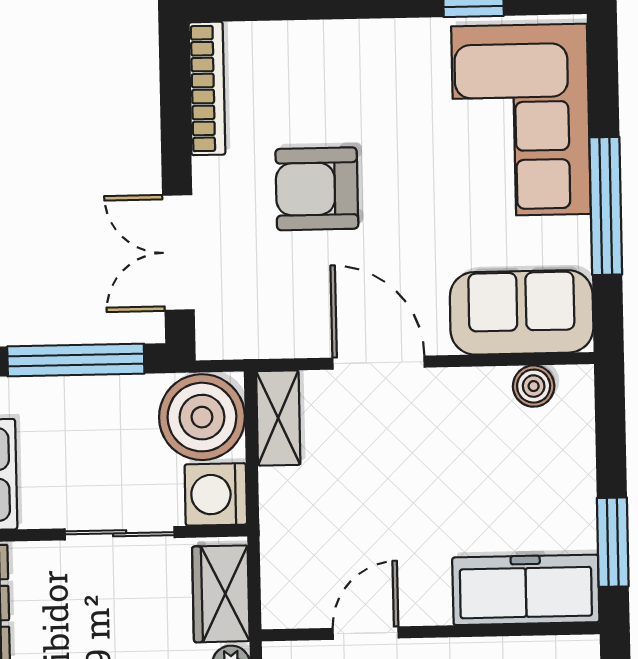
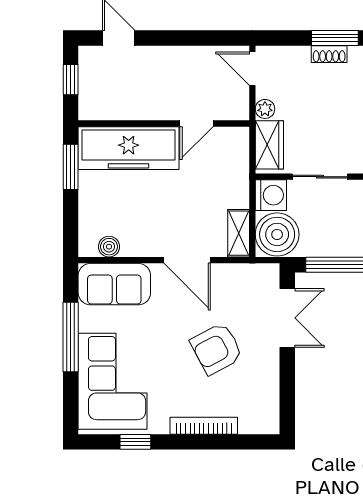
bookcase: (207, 88) -> (204, 426), moved, turned 90
armchair: (317, 189) -> (217, 349), turned 152
freezer: (526, 590) -> (129, 148), width x1.36, depth x1.26

